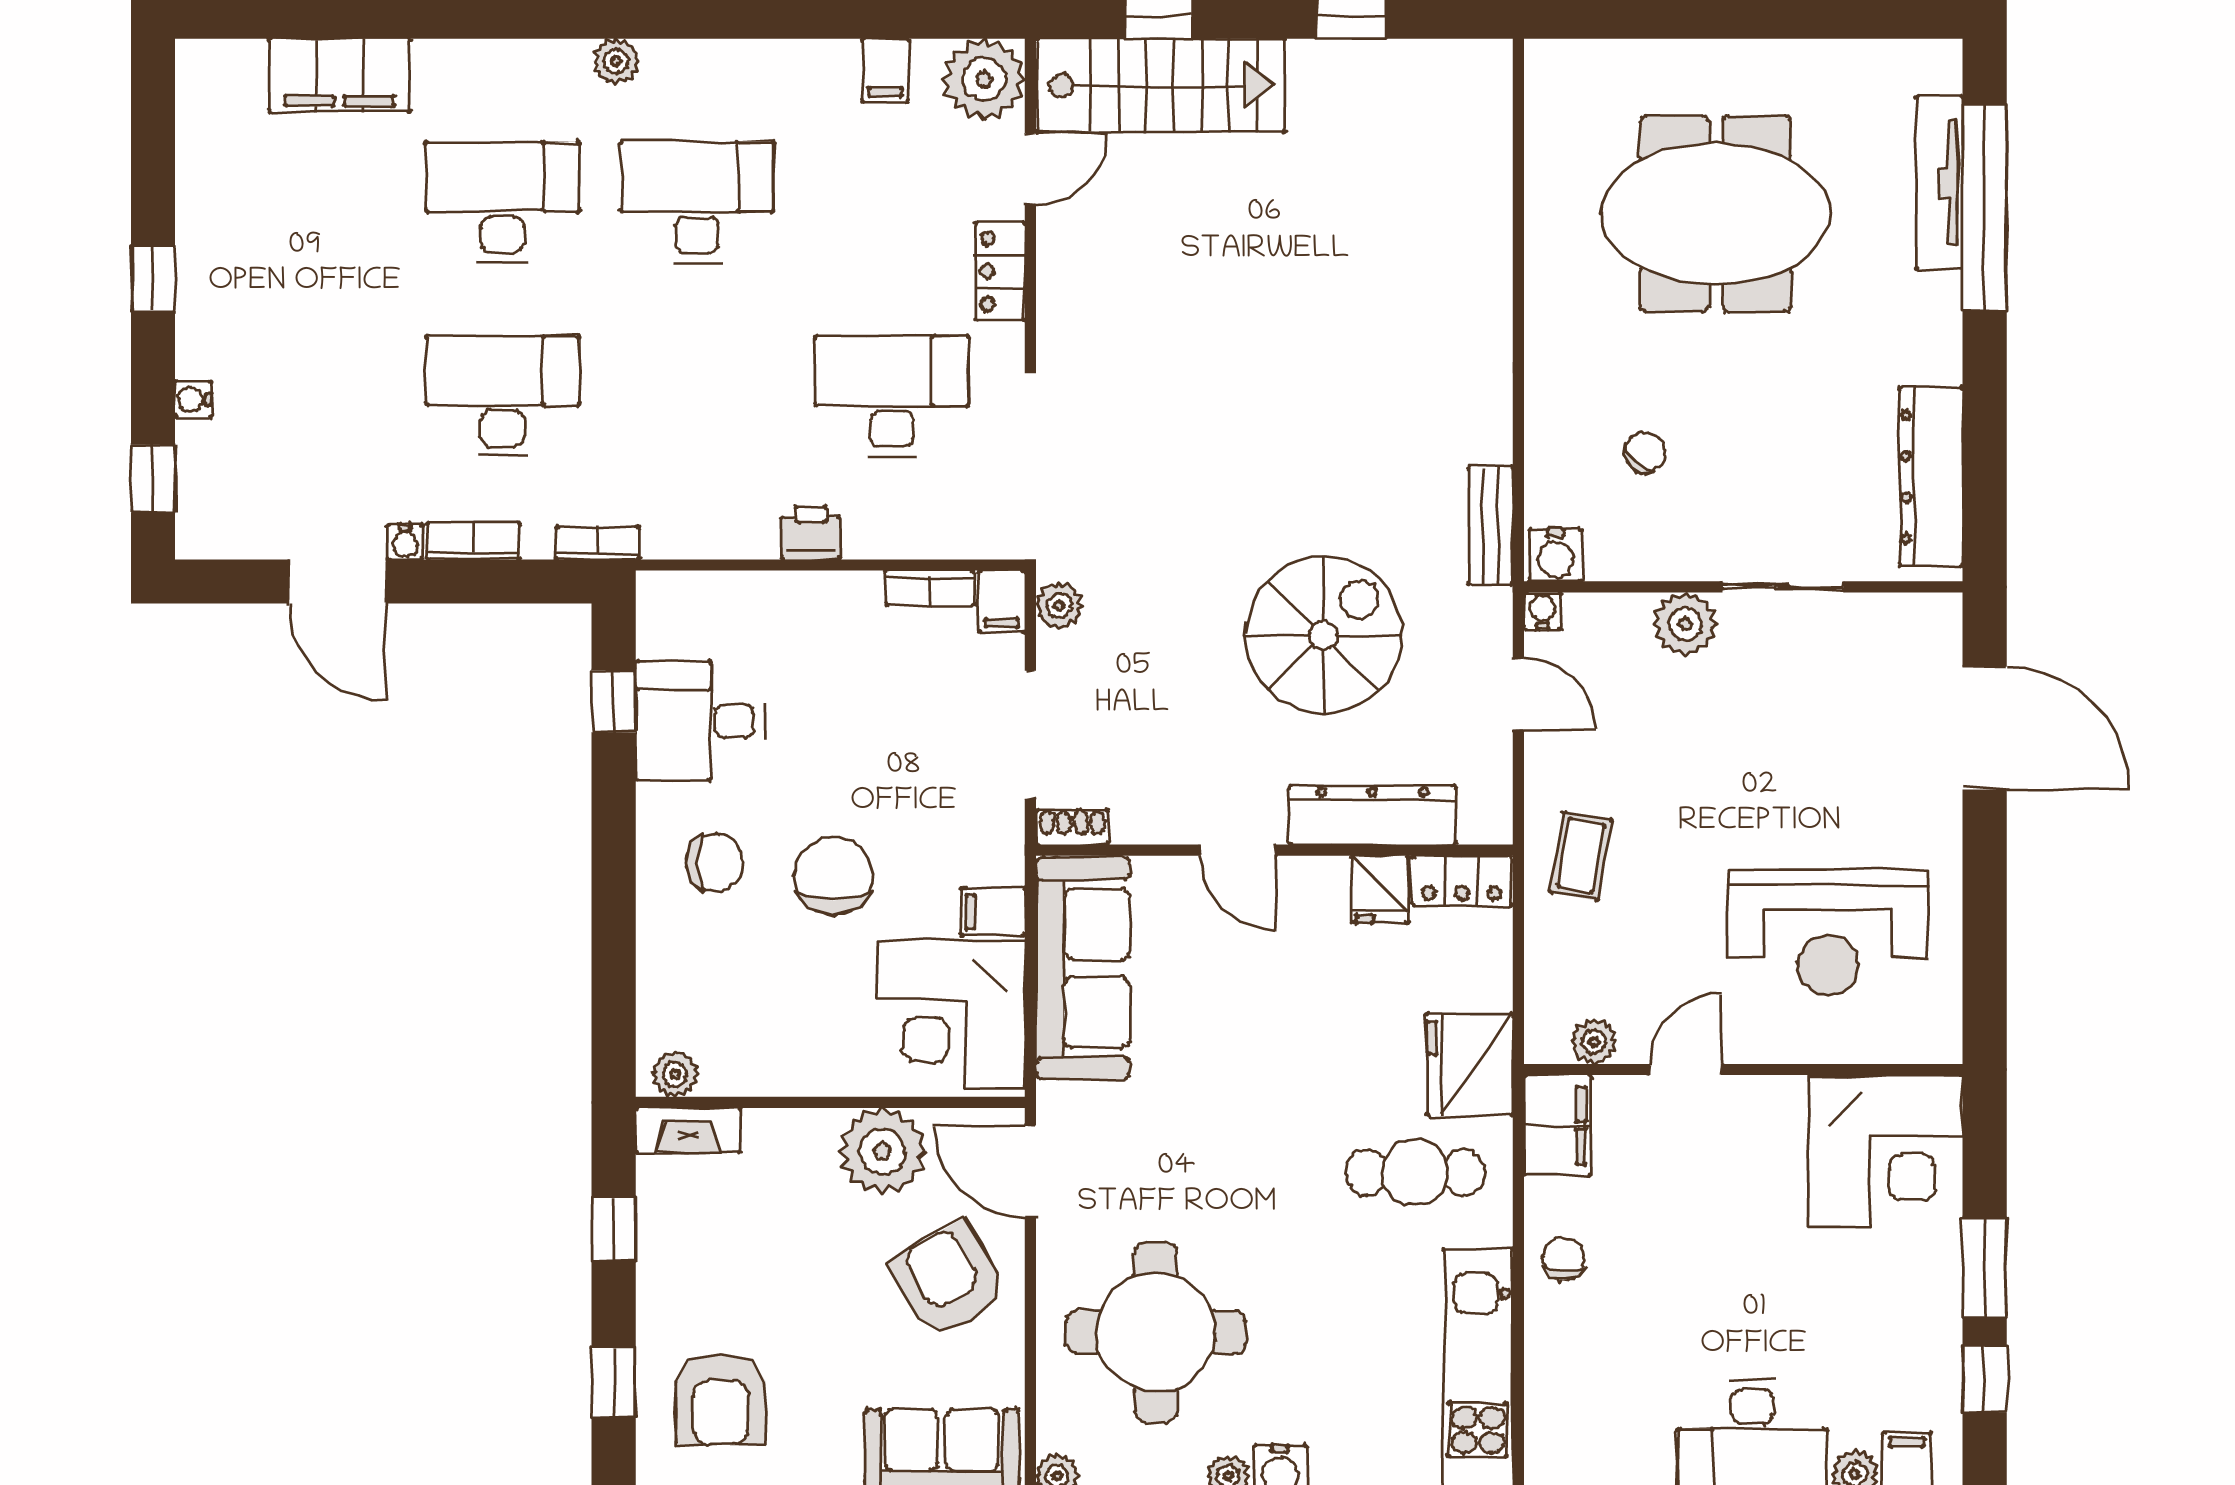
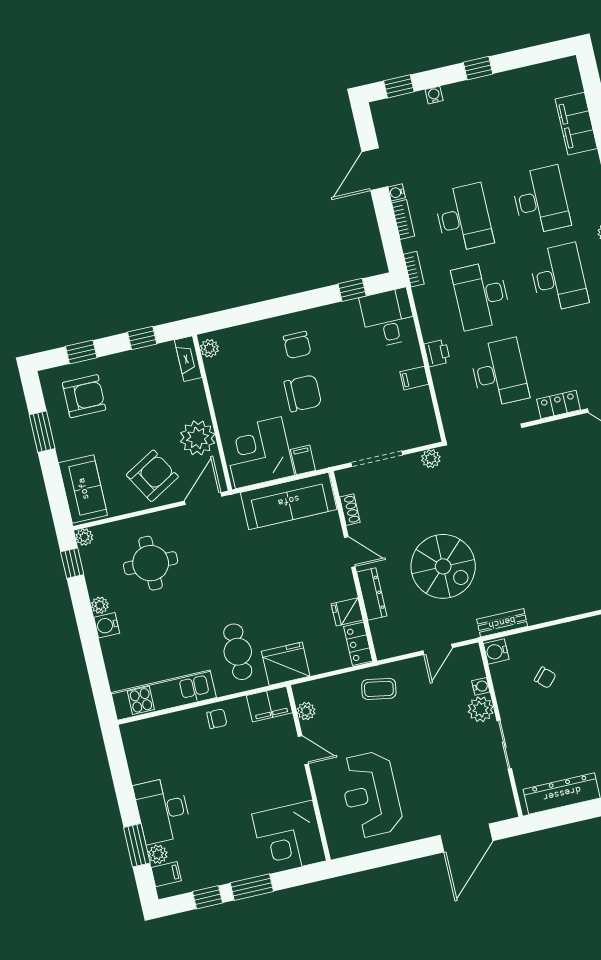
desk: (697, 396) -> (481, 295), added
bookcase: (930, 588) -> (426, 405), removed
filing cabinet: (1002, 601) -> (414, 378), moved
water cooler: (1542, 611) -> (481, 686), moved
desk: (700, 721) -> (388, 318), moved
dresser: (1373, 815) -> (372, 594), width x0.73, depth x0.80
shoe rack: (1072, 827) -> (350, 510), moved
door: (1238, 850) -> (350, 552), swing flipped
round table: (1156, 1332) -> (151, 563), width x0.73, depth x0.73
armchair: (721, 1400) -> (84, 396), turned 180

